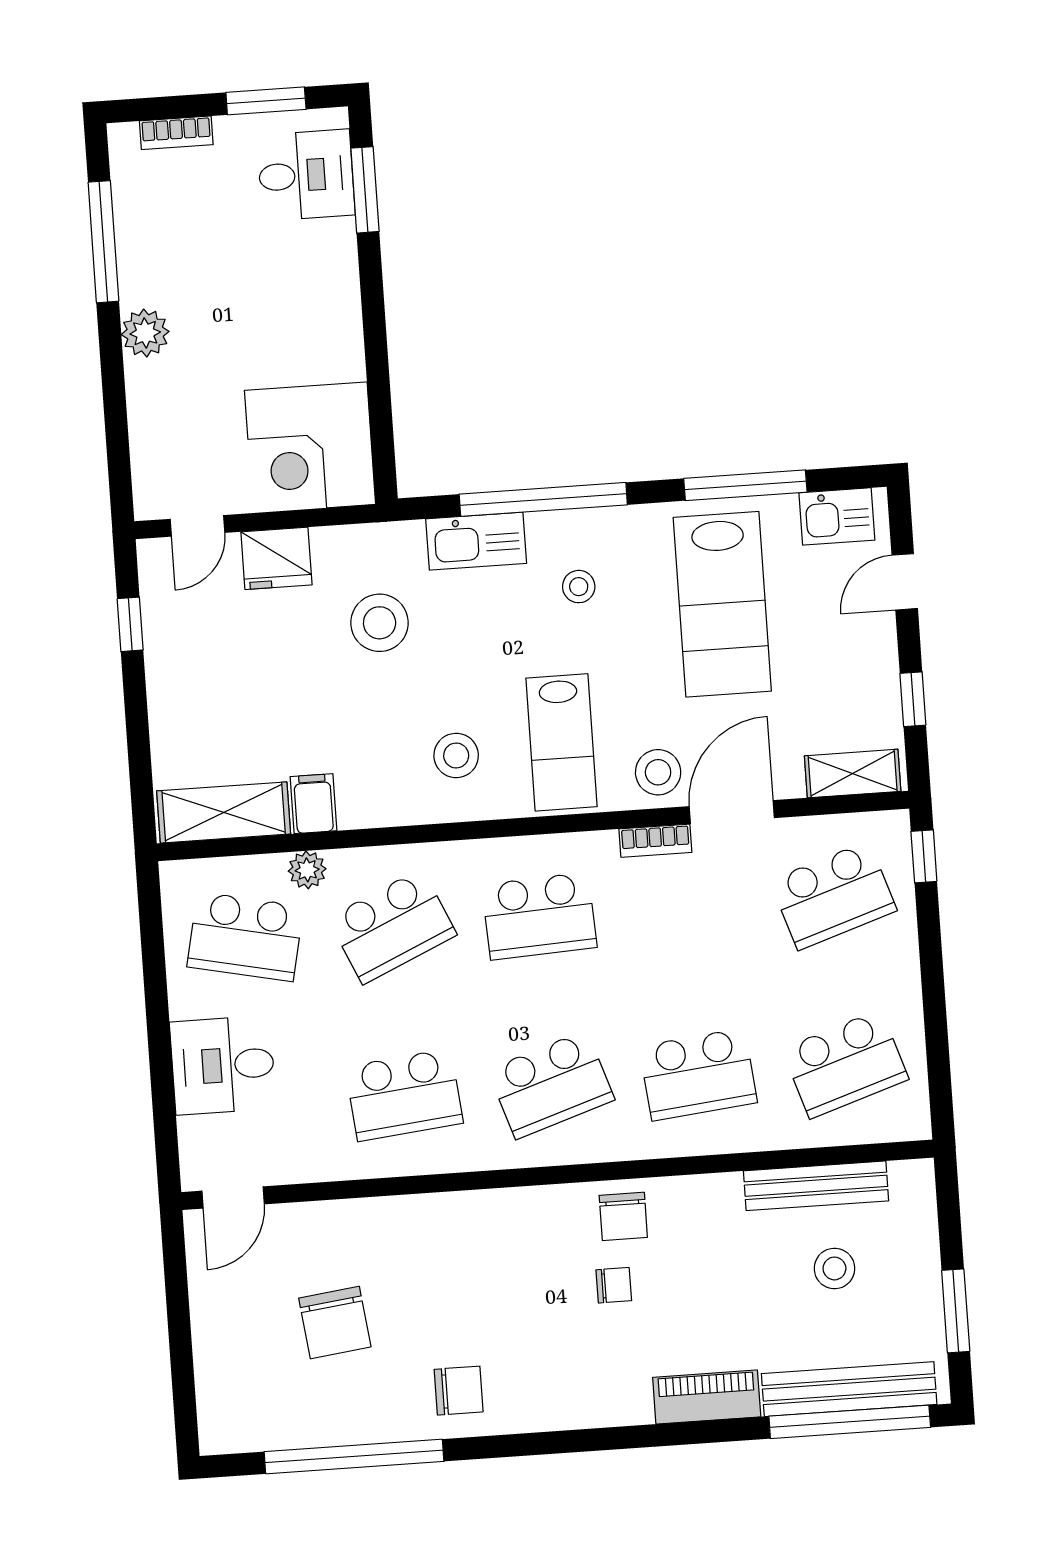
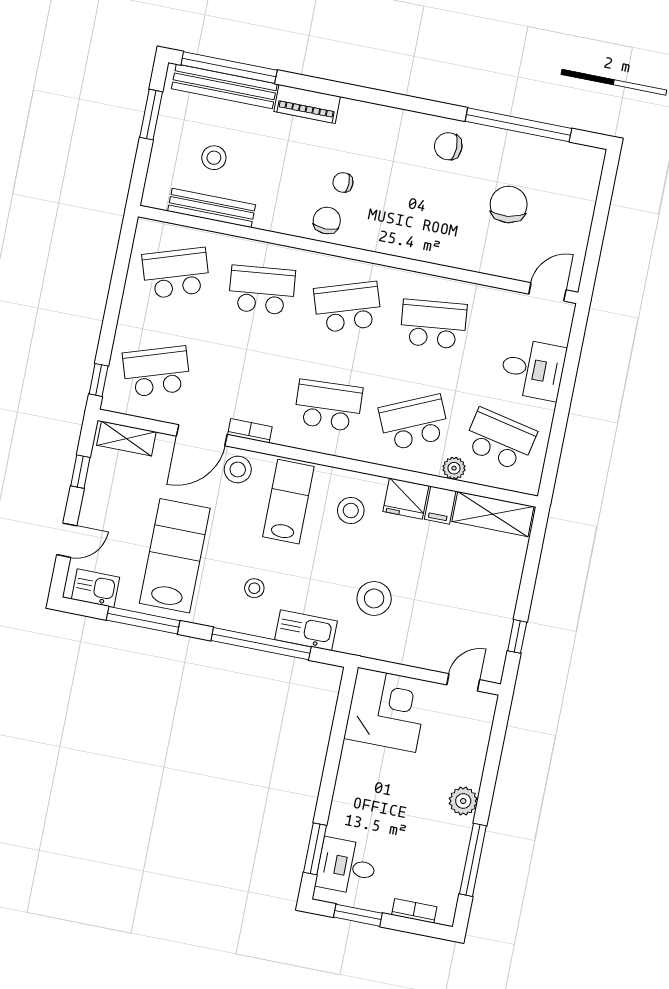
fridge: (276, 558) -> (406, 499), moved, turned 180

